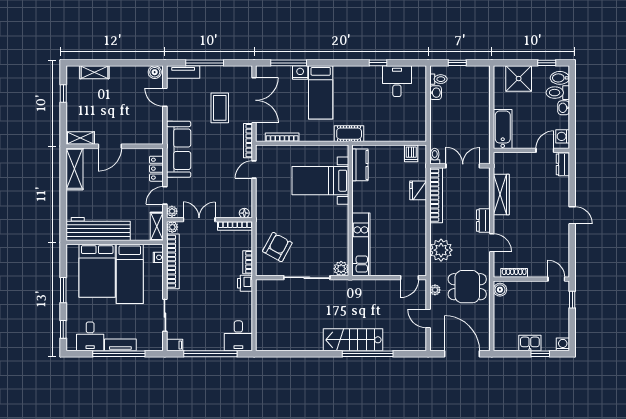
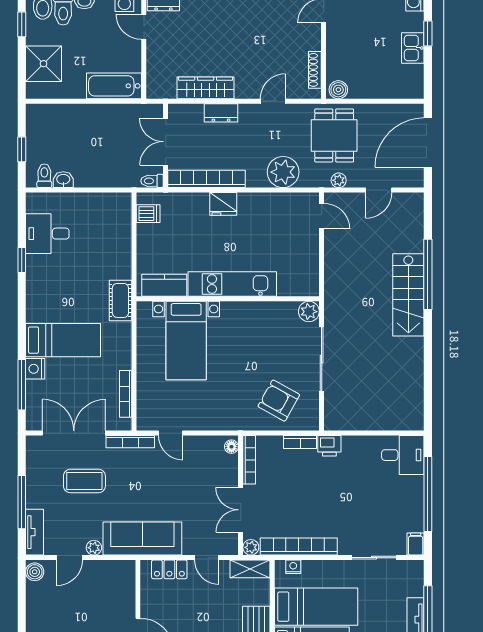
fridge: (418, 190) -> (223, 204), moved
plant: (172, 211) -> (94, 548), moved
dresser: (483, 221) -> (221, 113), moved
kitchen unit: (361, 244) -> (232, 284), moved

